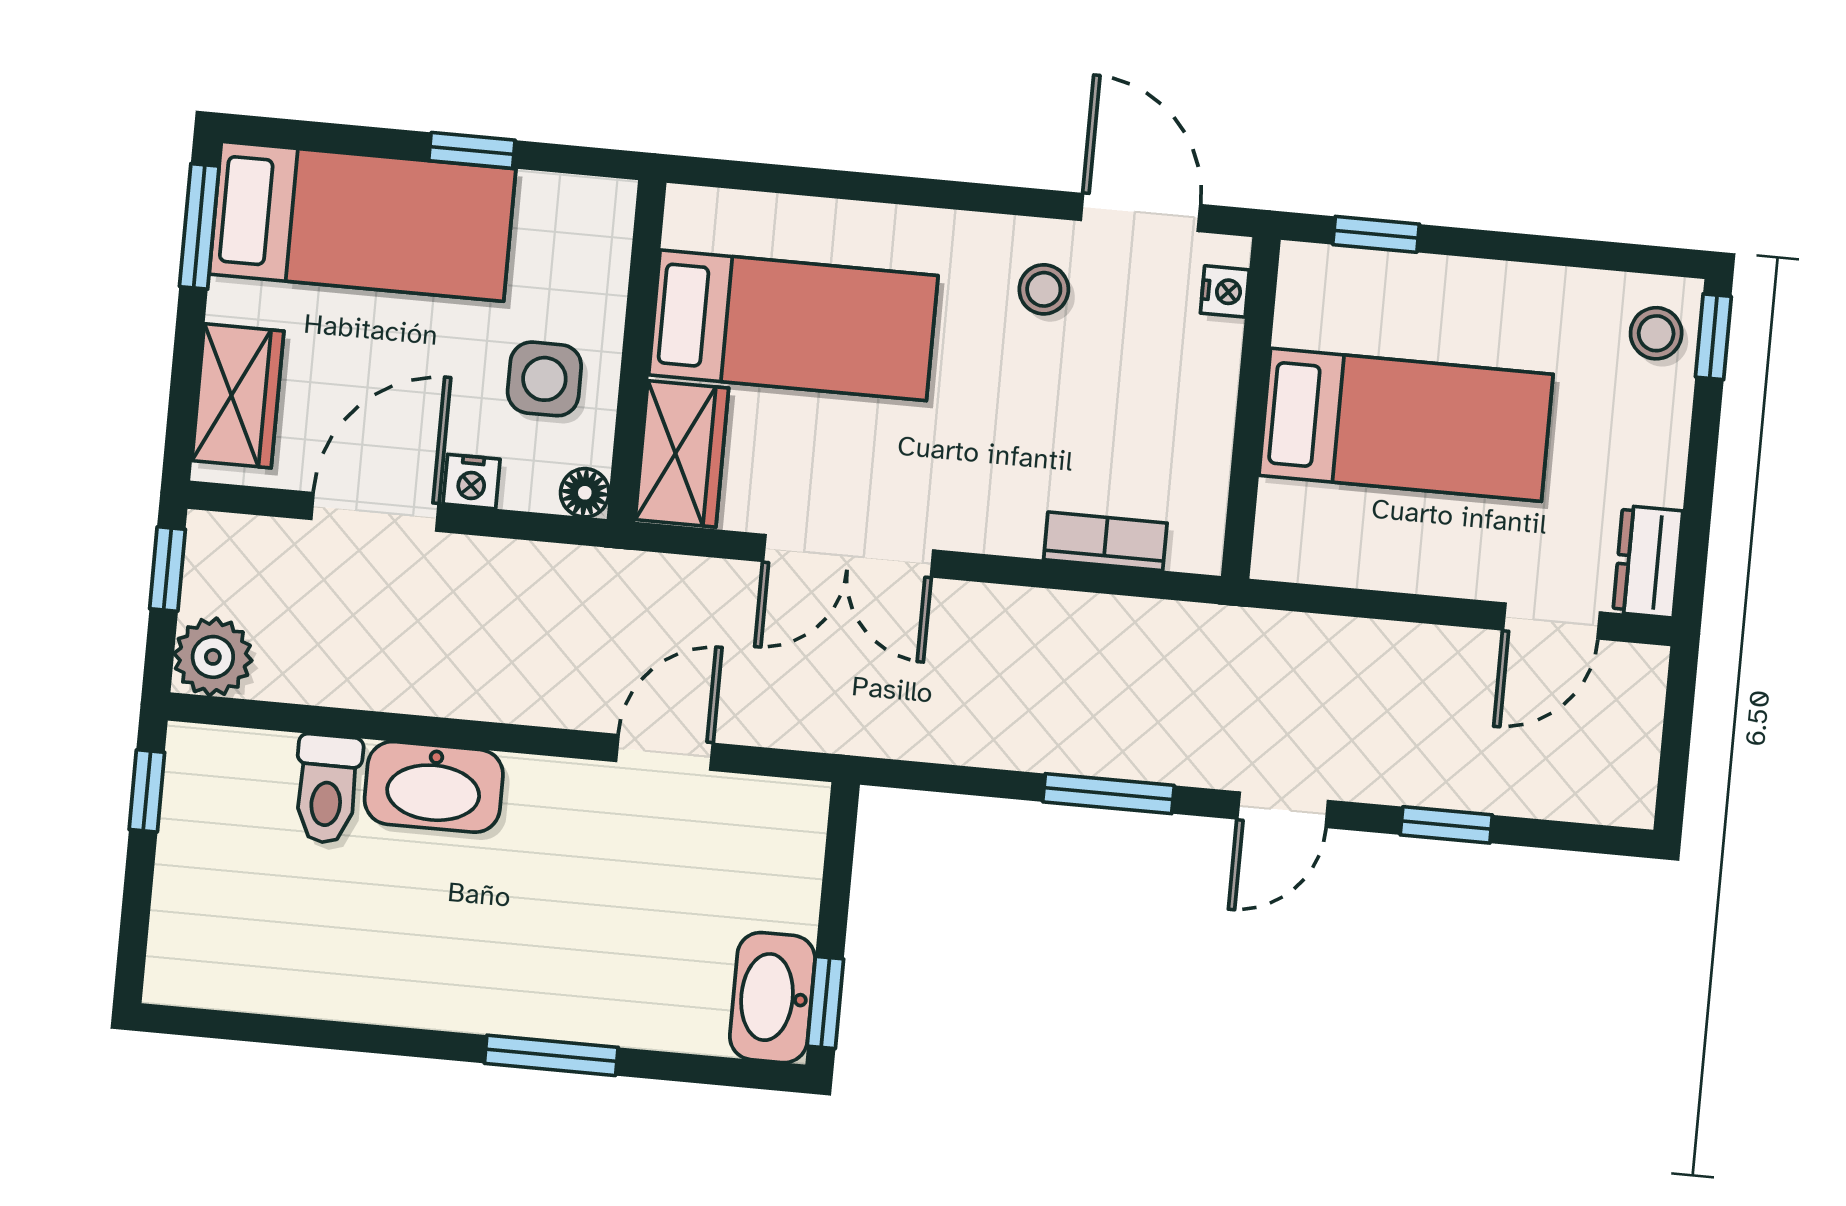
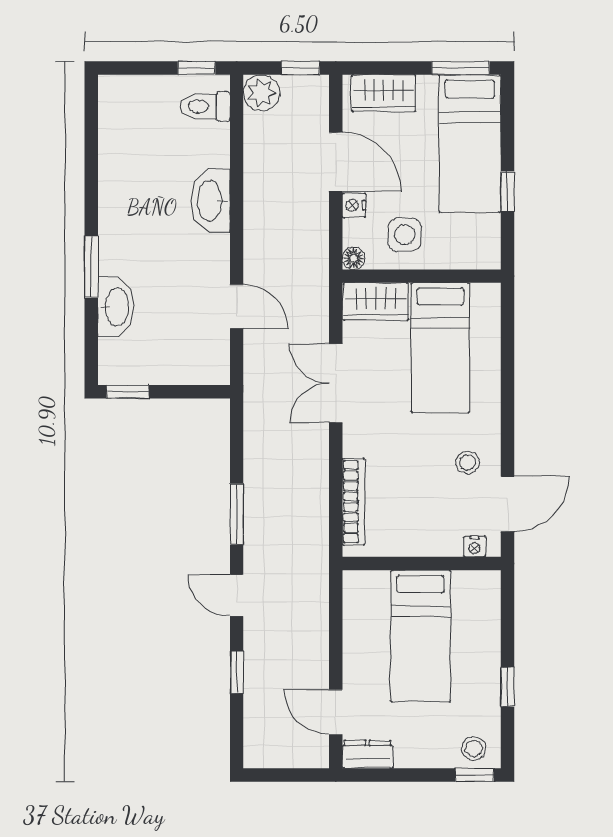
window: (1376, 234) -> (508, 687), moved
bookcase: (1105, 541) -> (353, 502), width x1.56
toilet: (327, 789) -> (205, 106), moved
washbasin: (772, 998) -> (116, 307), moved, turned 90

